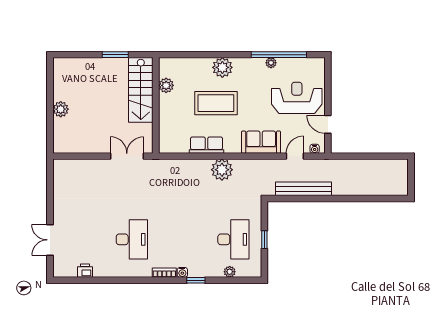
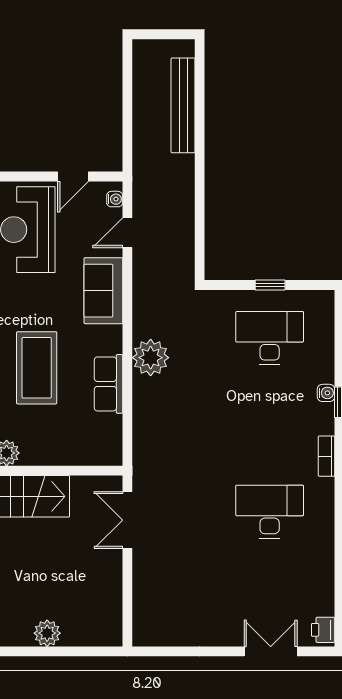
door: (295, 156) -> (127, 233), hinge flipped
bench: (304, 189) -> (183, 105), moved
double door: (50, 240) -> (271, 651), swing flipped
printer: (85, 271) -> (323, 630), moved
water cooler: (182, 272) -> (326, 393), moved
plant: (230, 272) -> (325, 344), removed

